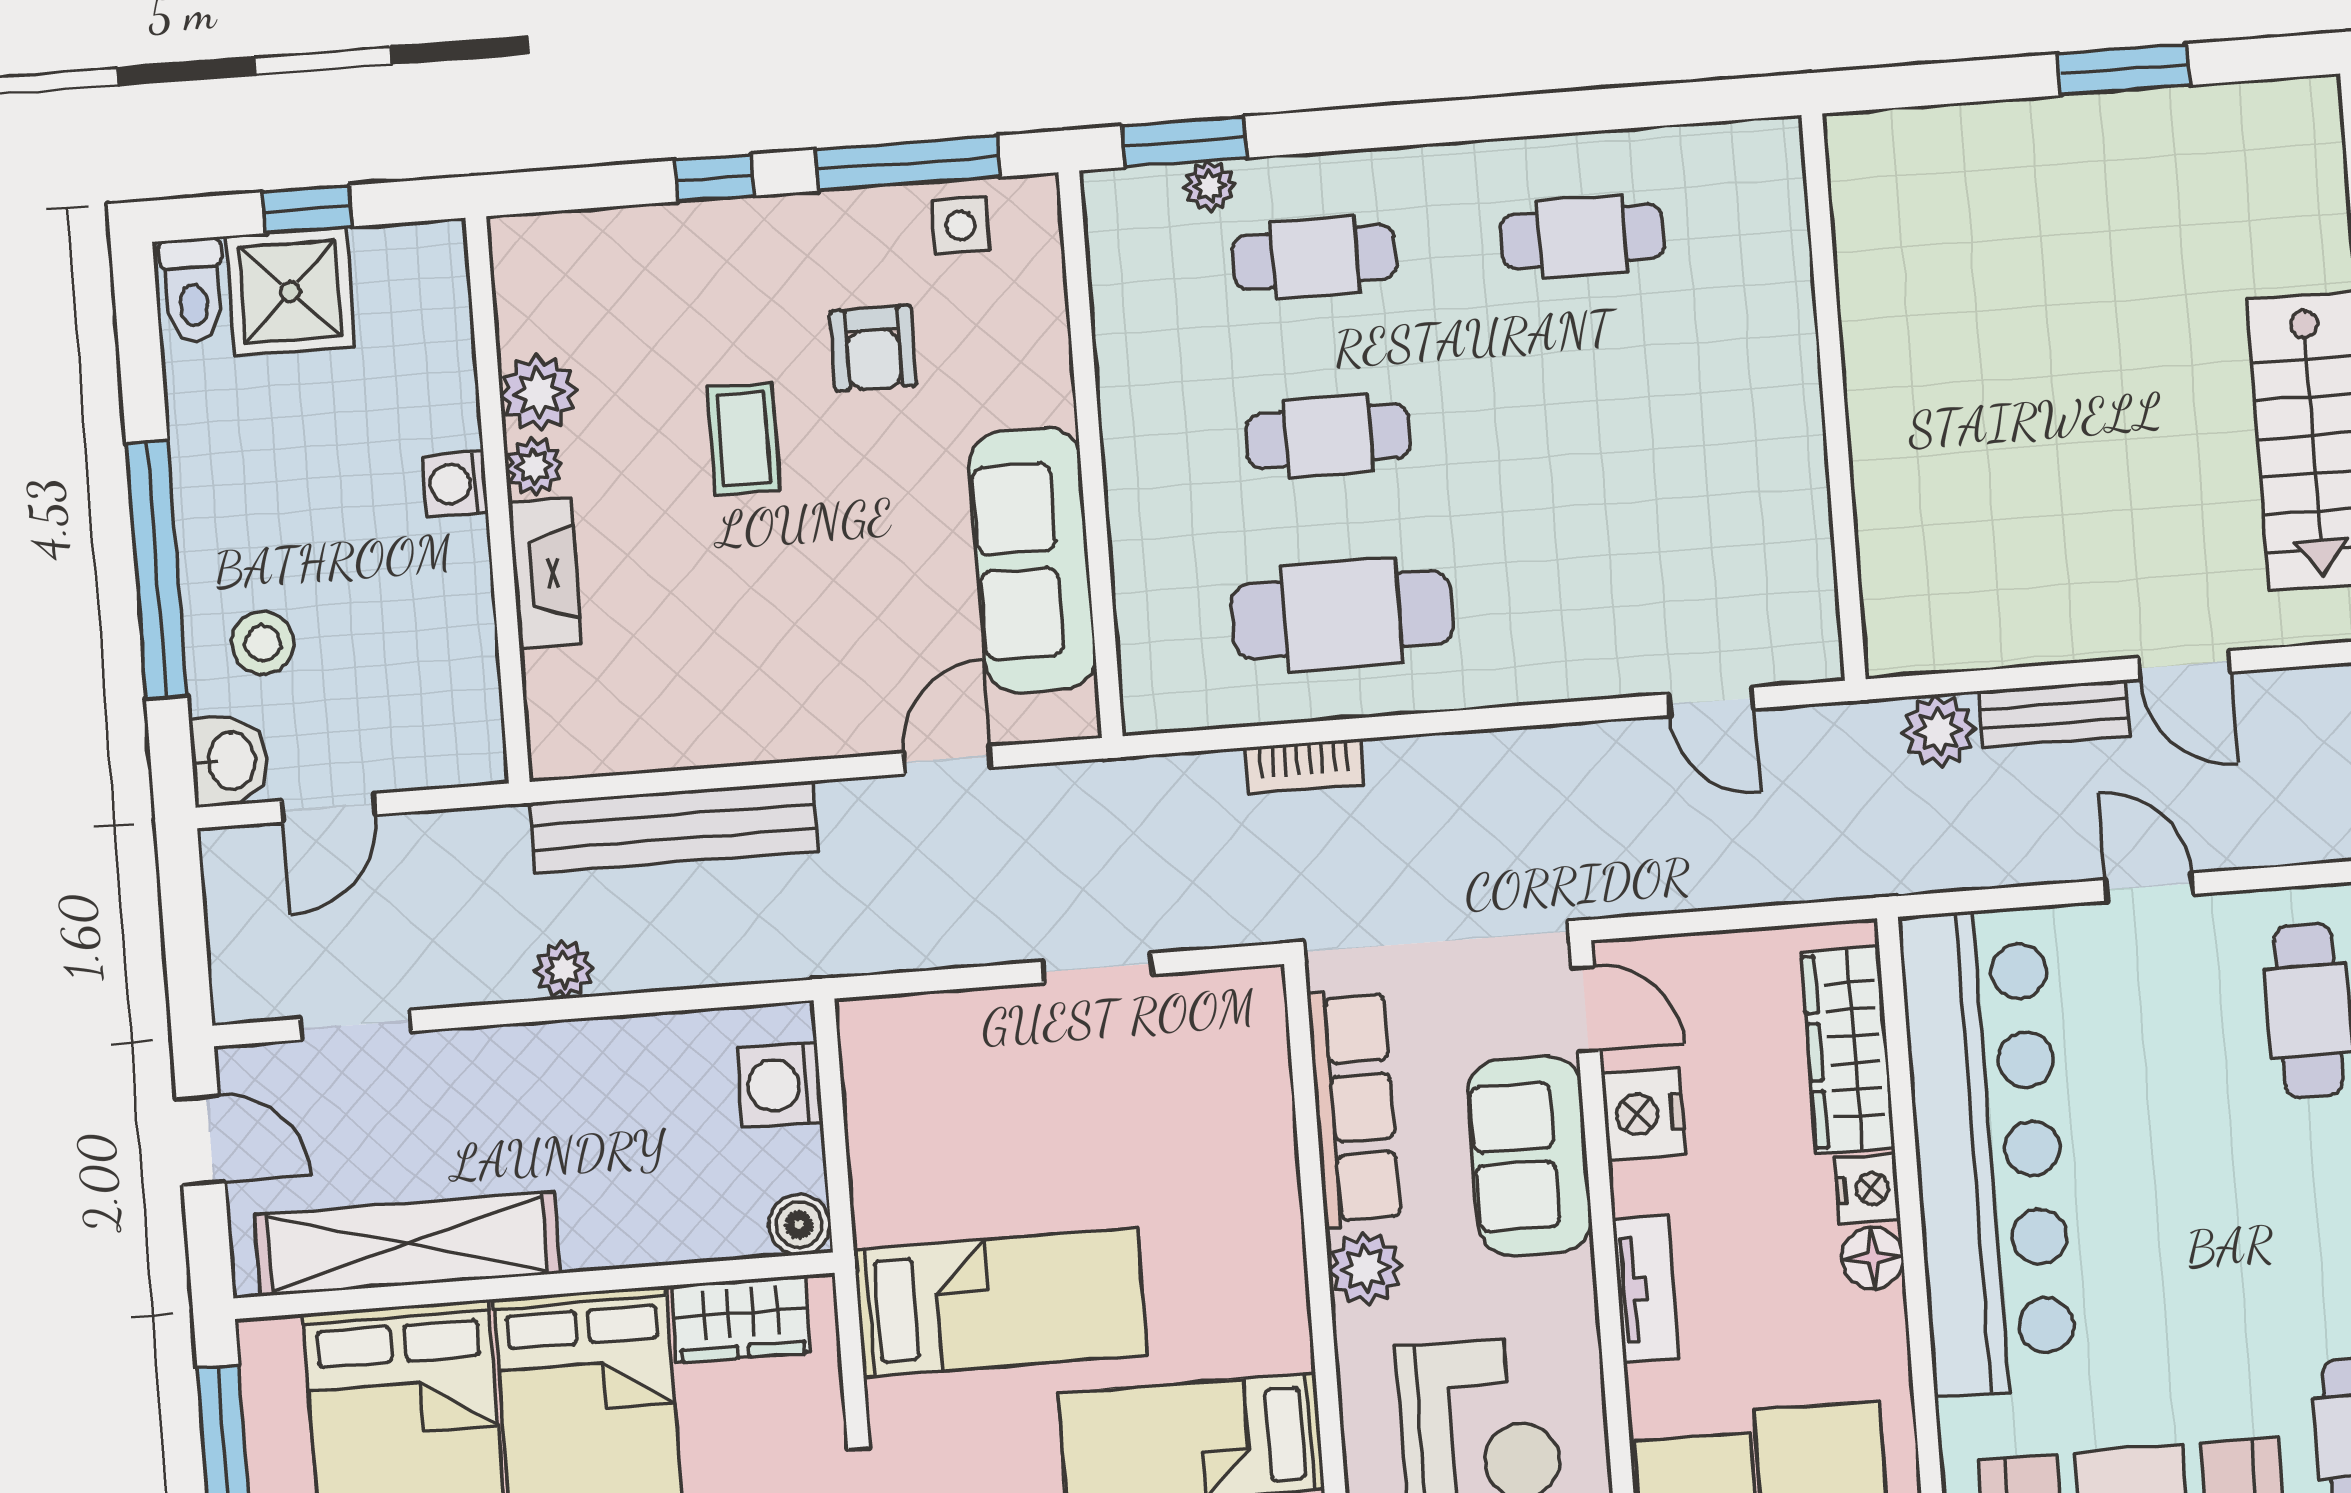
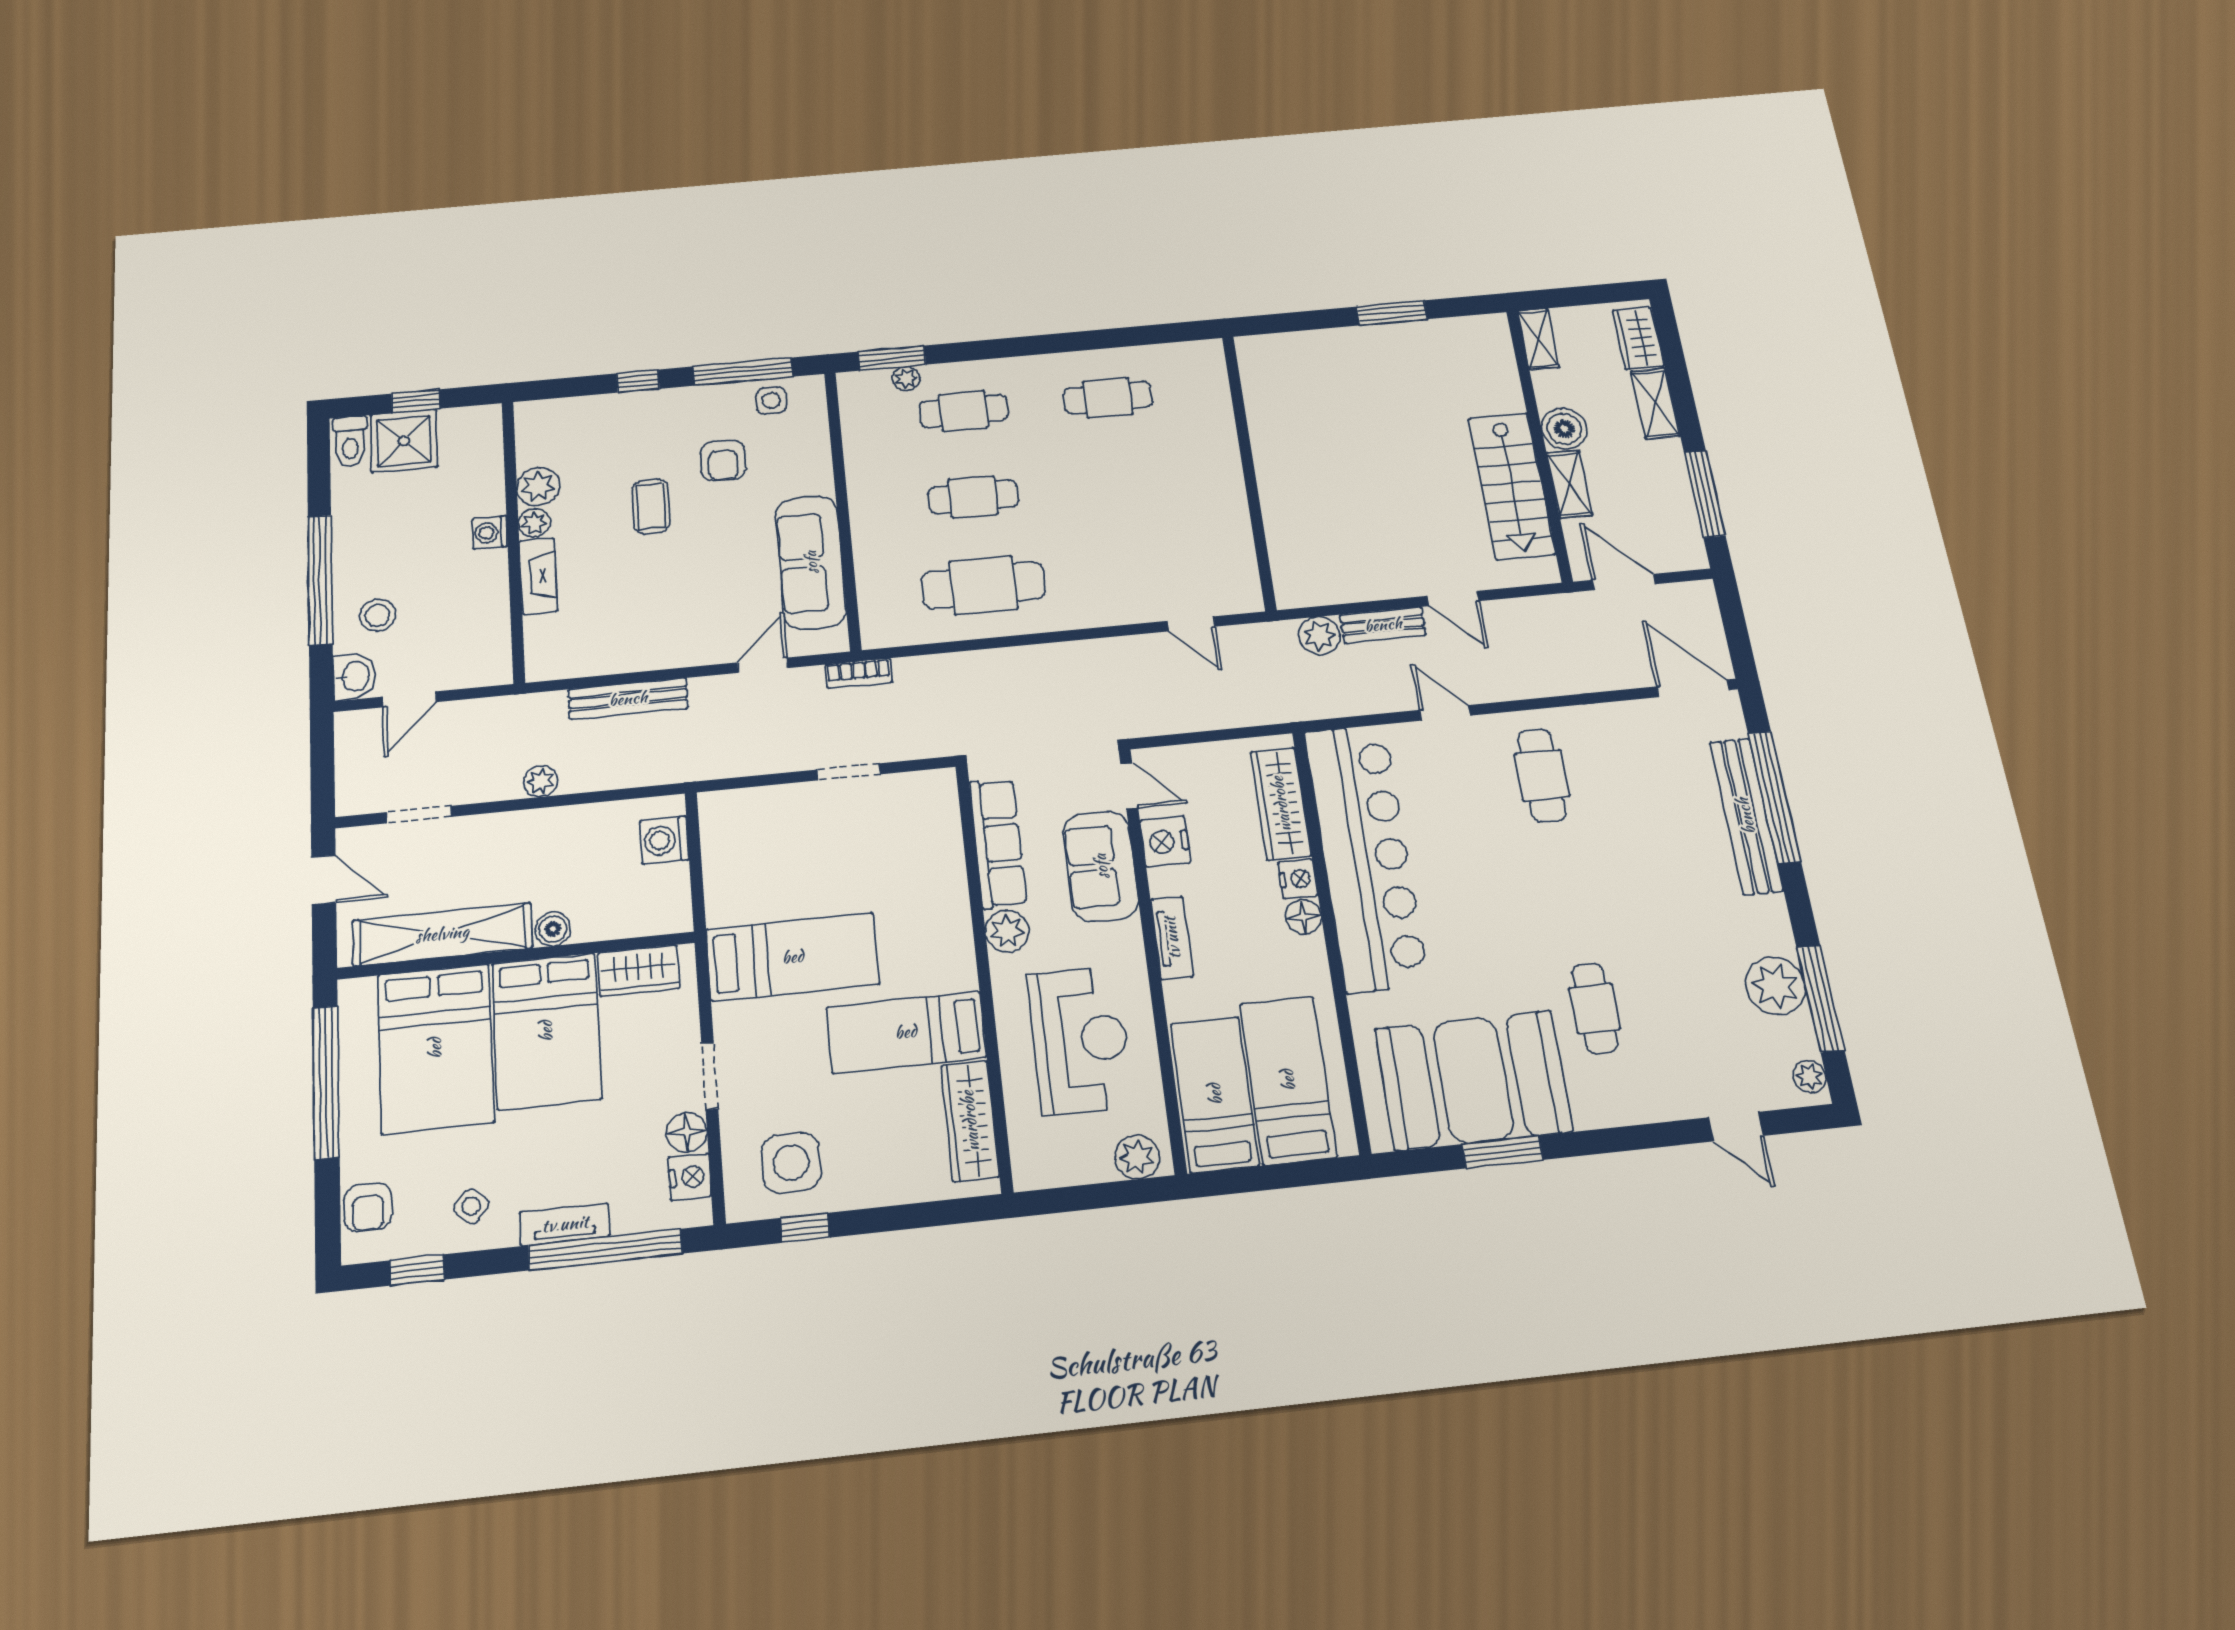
bookcase: (1304, 766) -> (859, 673), moved
bench: (674, 827) -> (628, 699), width x0.73, depth x0.82
boiler: (799, 1225) -> (553, 929), moved

